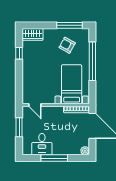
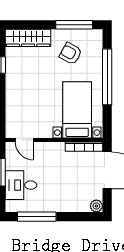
wardrobe: (32, 34) -> (28, 38), width x1.50
desk: (42, 144) -> (21, 185), moved, turned 90
window: (54, 158) -> (37, 217), moved

